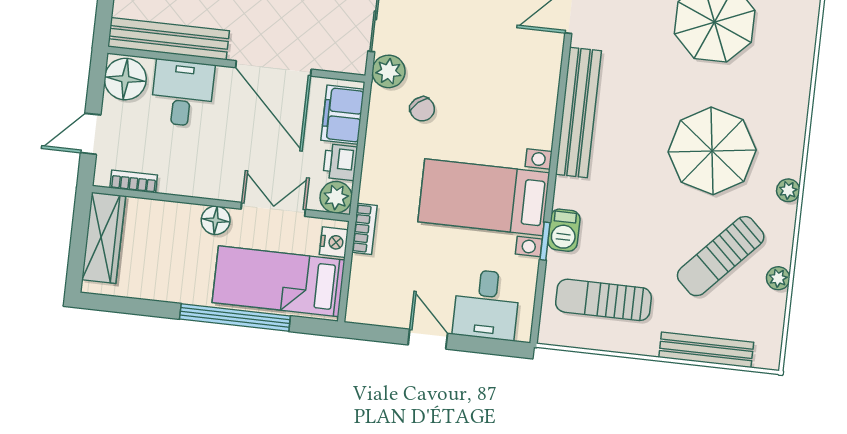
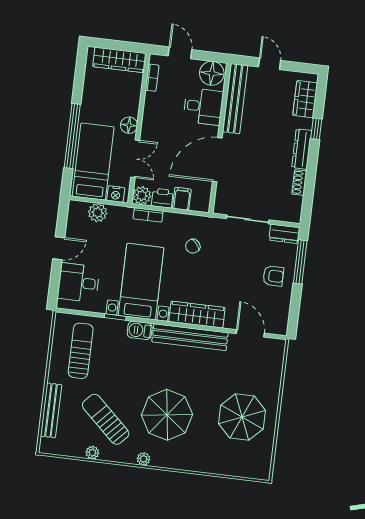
plant: (389, 71) -> (98, 213), moved
wardrobe: (540, 101) -> (197, 315), added
filing cabinet: (343, 115) -> (182, 199), width x0.50
bookcase: (364, 229) -> (148, 215), moved
barbecue: (564, 230) -> (140, 330), moved

